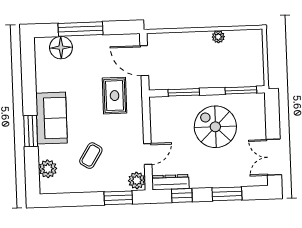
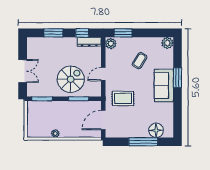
door: (144, 61) -> (103, 120), swing flipped
rug: (115, 96) -> (123, 98), turned 90
spiral stairs: (215, 127) -> (71, 79), moved, turned -90
door: (148, 154) -> (103, 74), moved
double door: (274, 157) -> (23, 71), moved
plant: (48, 169) -> (167, 43), moved

